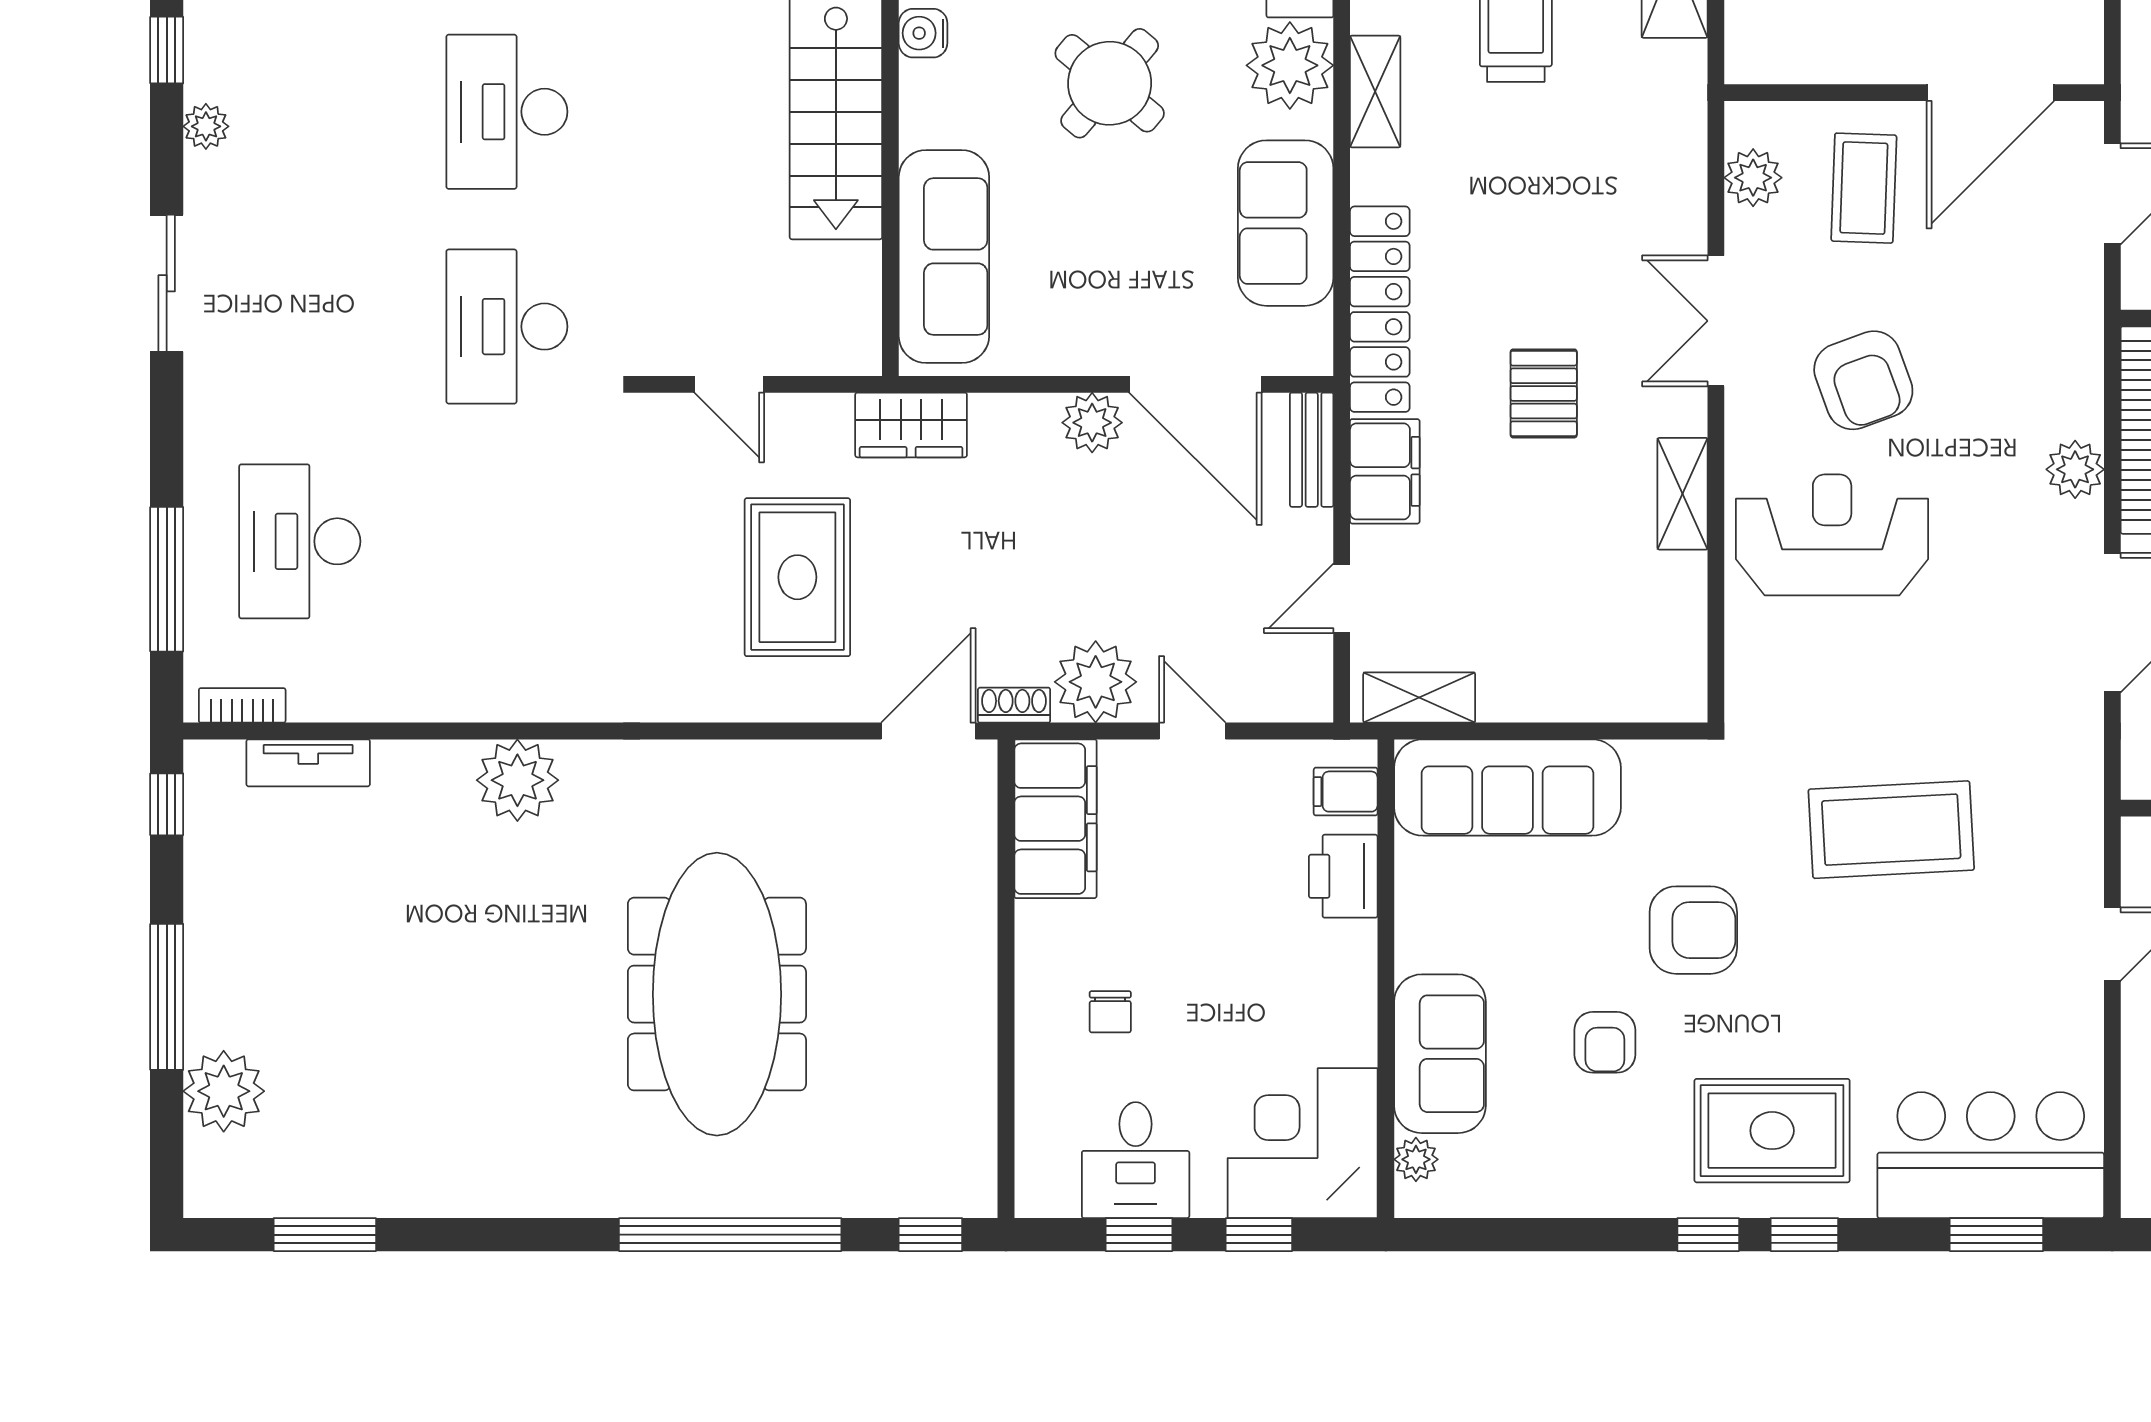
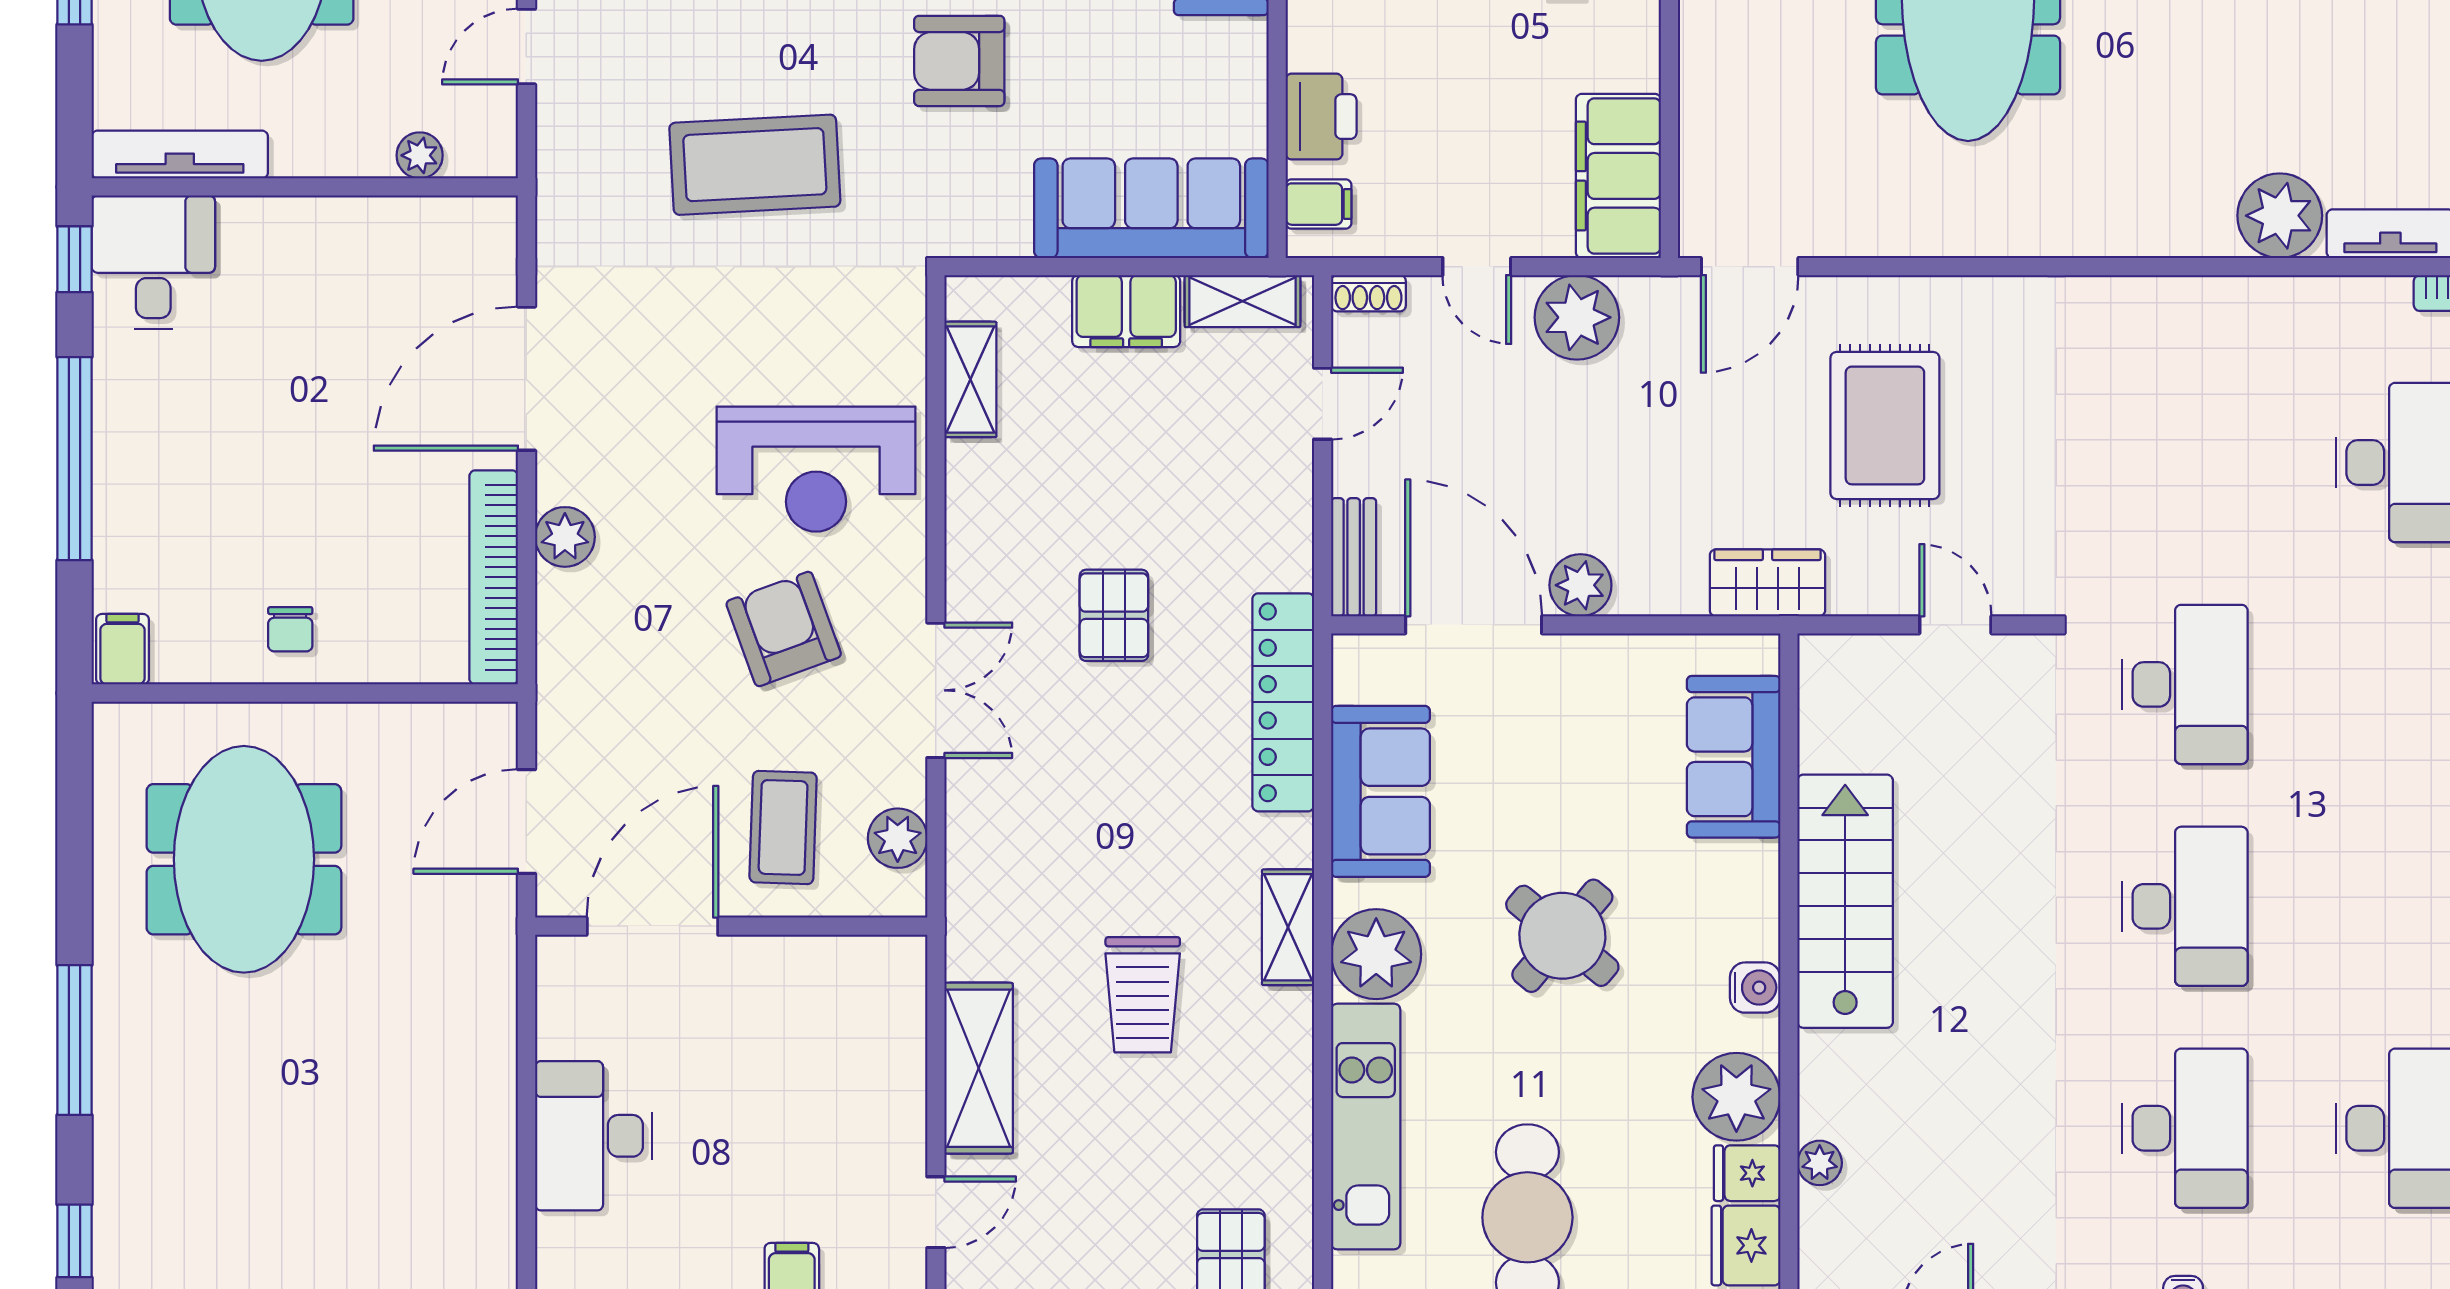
sofa: (944, 257) -> (1734, 757), width x0.73
filing cabinet: (1385, 471) -> (1126, 311), moved, turned -90
shelving: (1683, 494) -> (970, 379), moved
shoe rack: (1014, 705) -> (1368, 293), moved
plant: (517, 780) -> (2280, 216), moved

